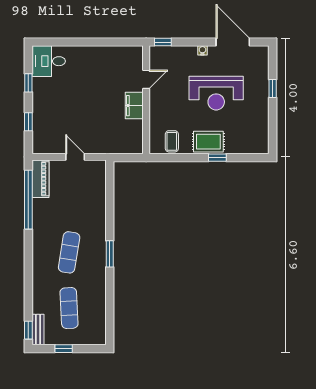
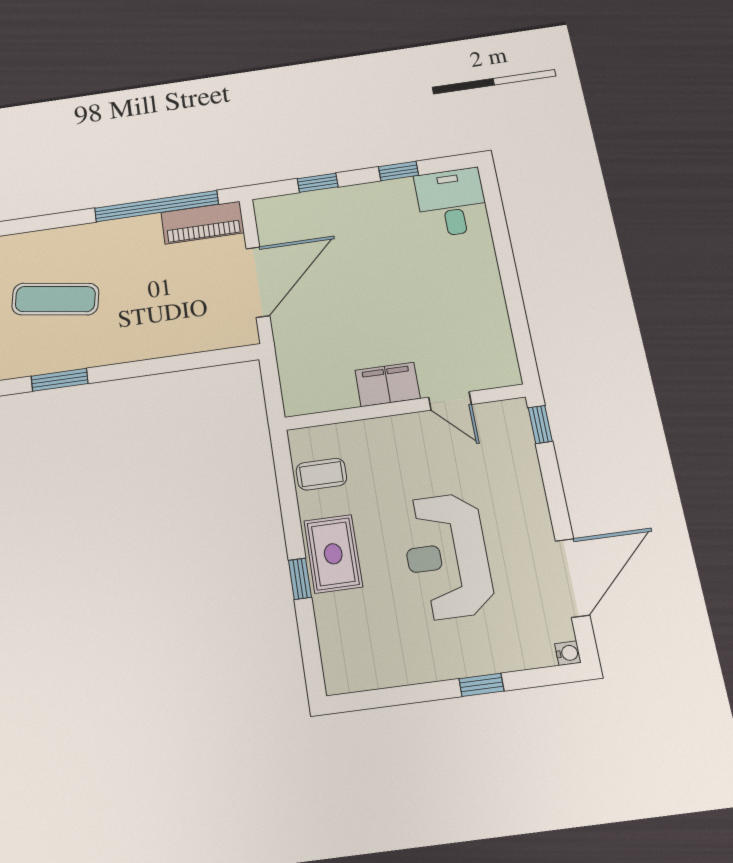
water cooler: (202, 50) -> (568, 653), moved
door: (75, 157) -> (258, 282), width x1.87

